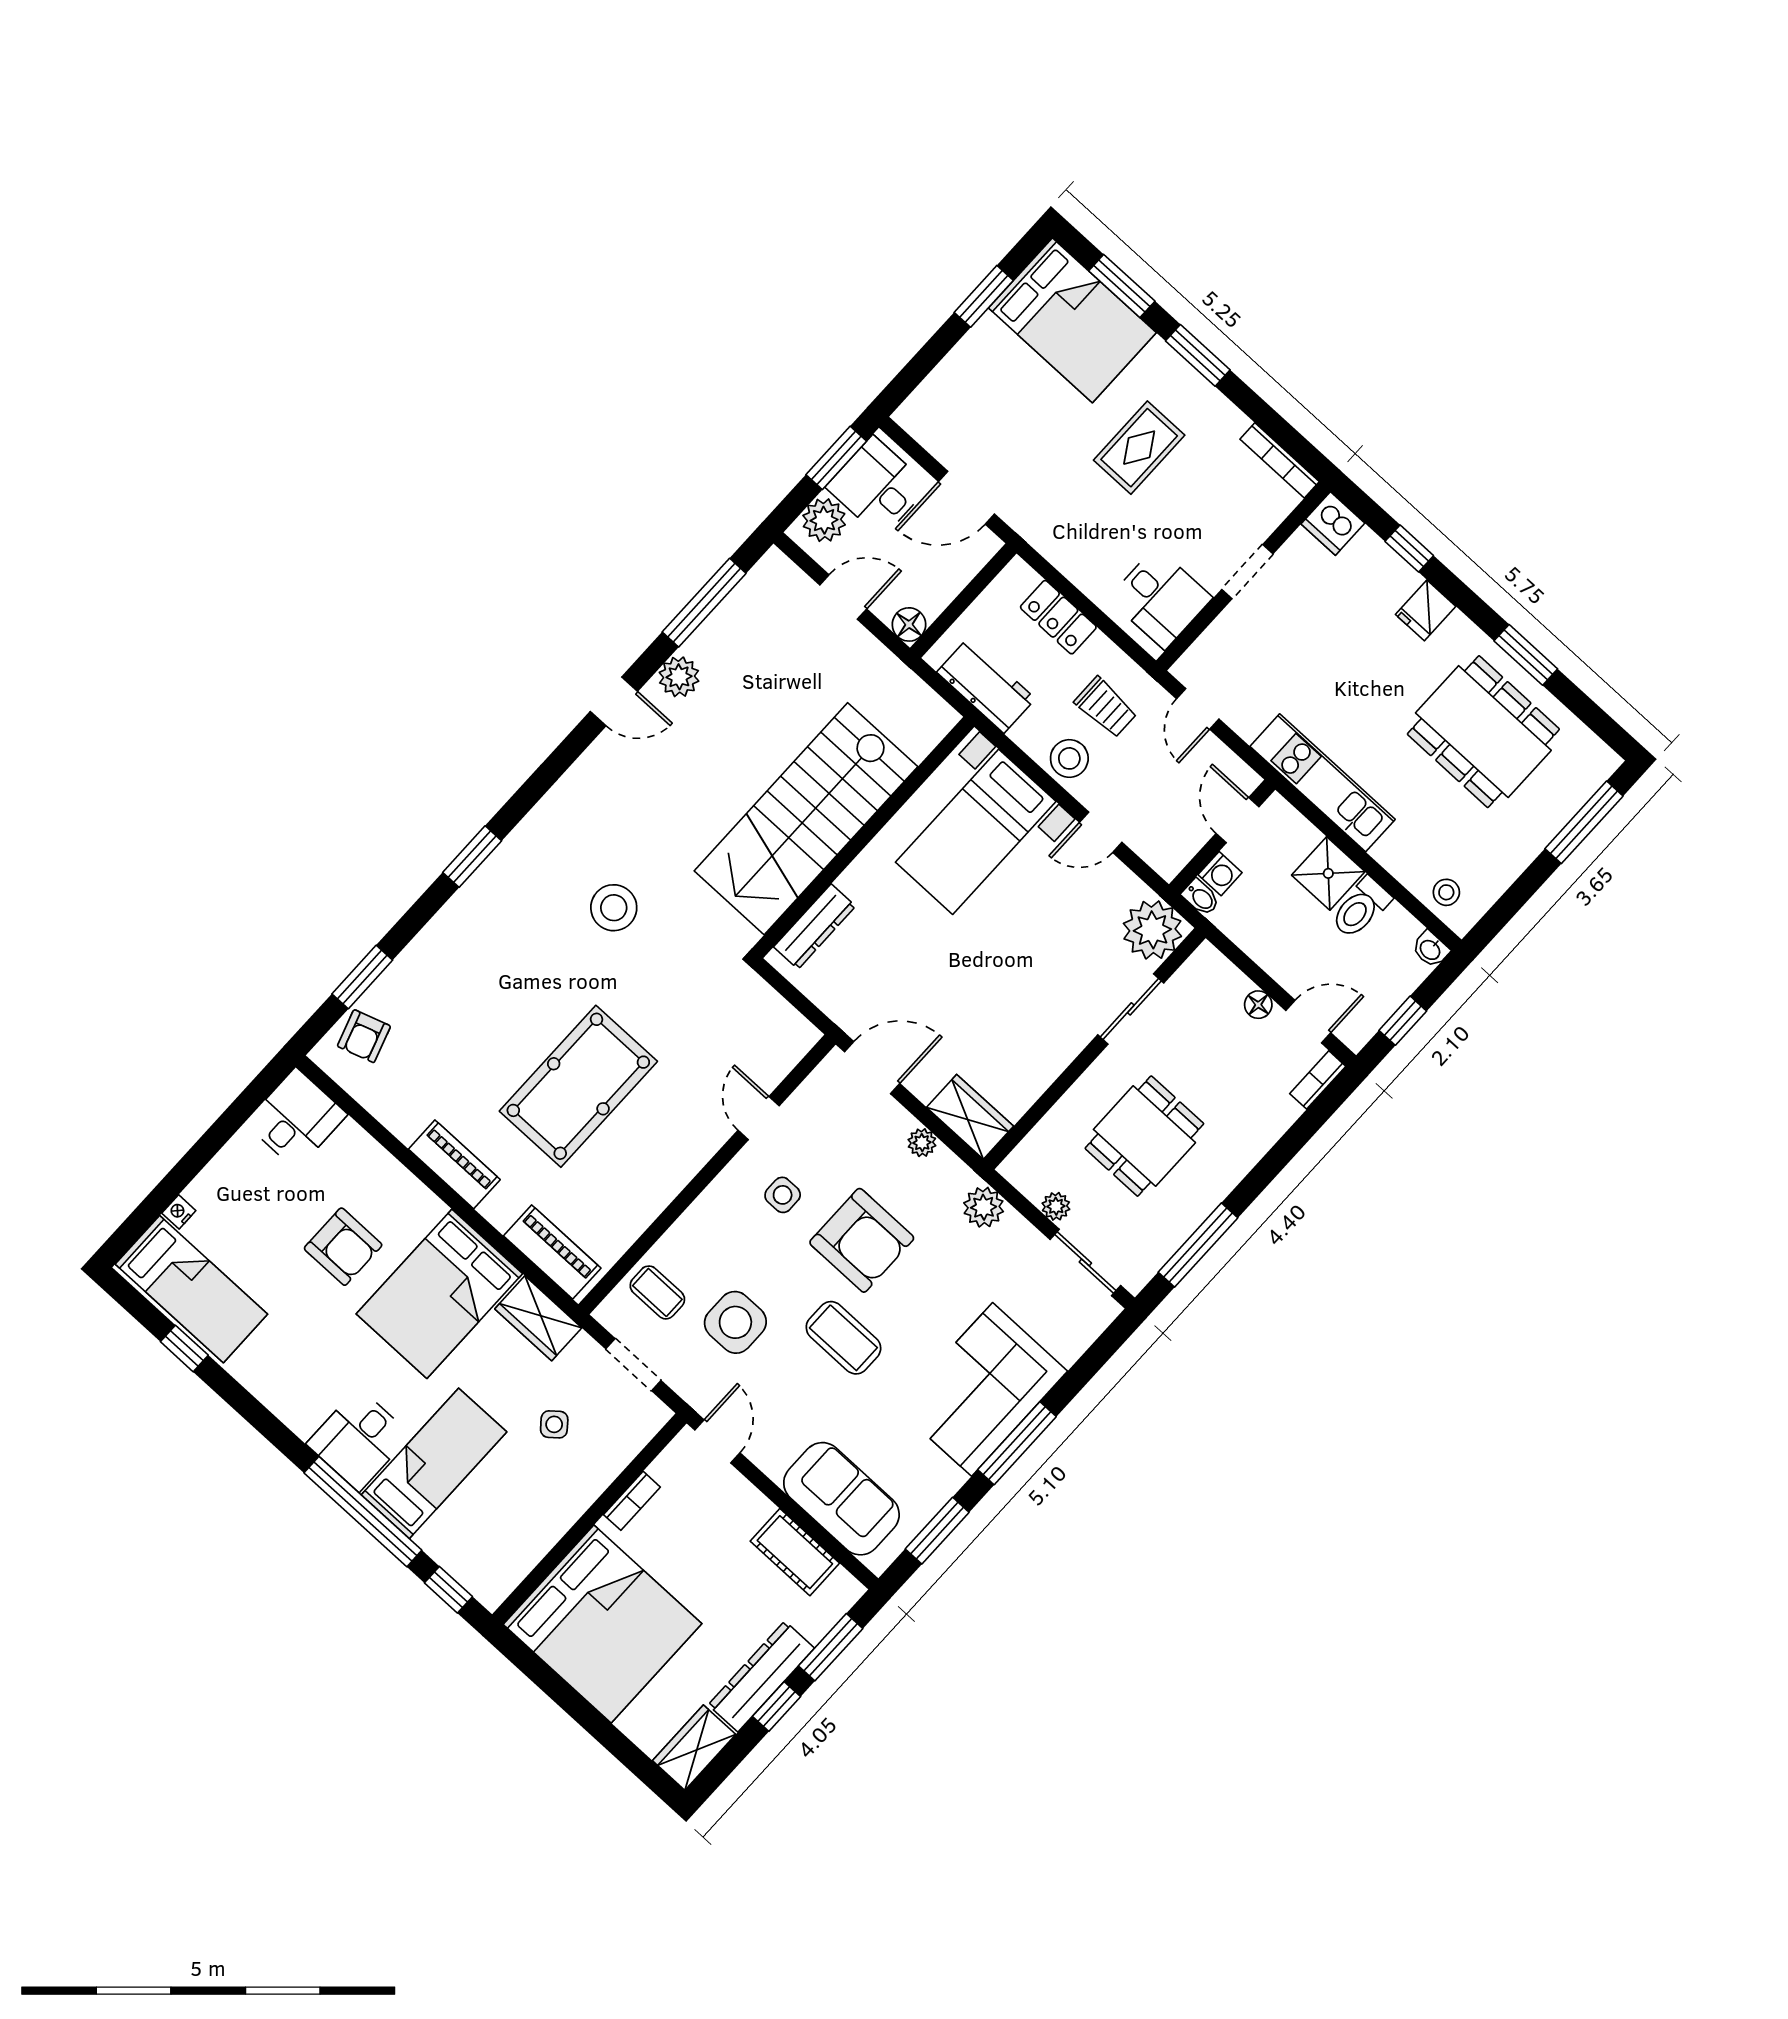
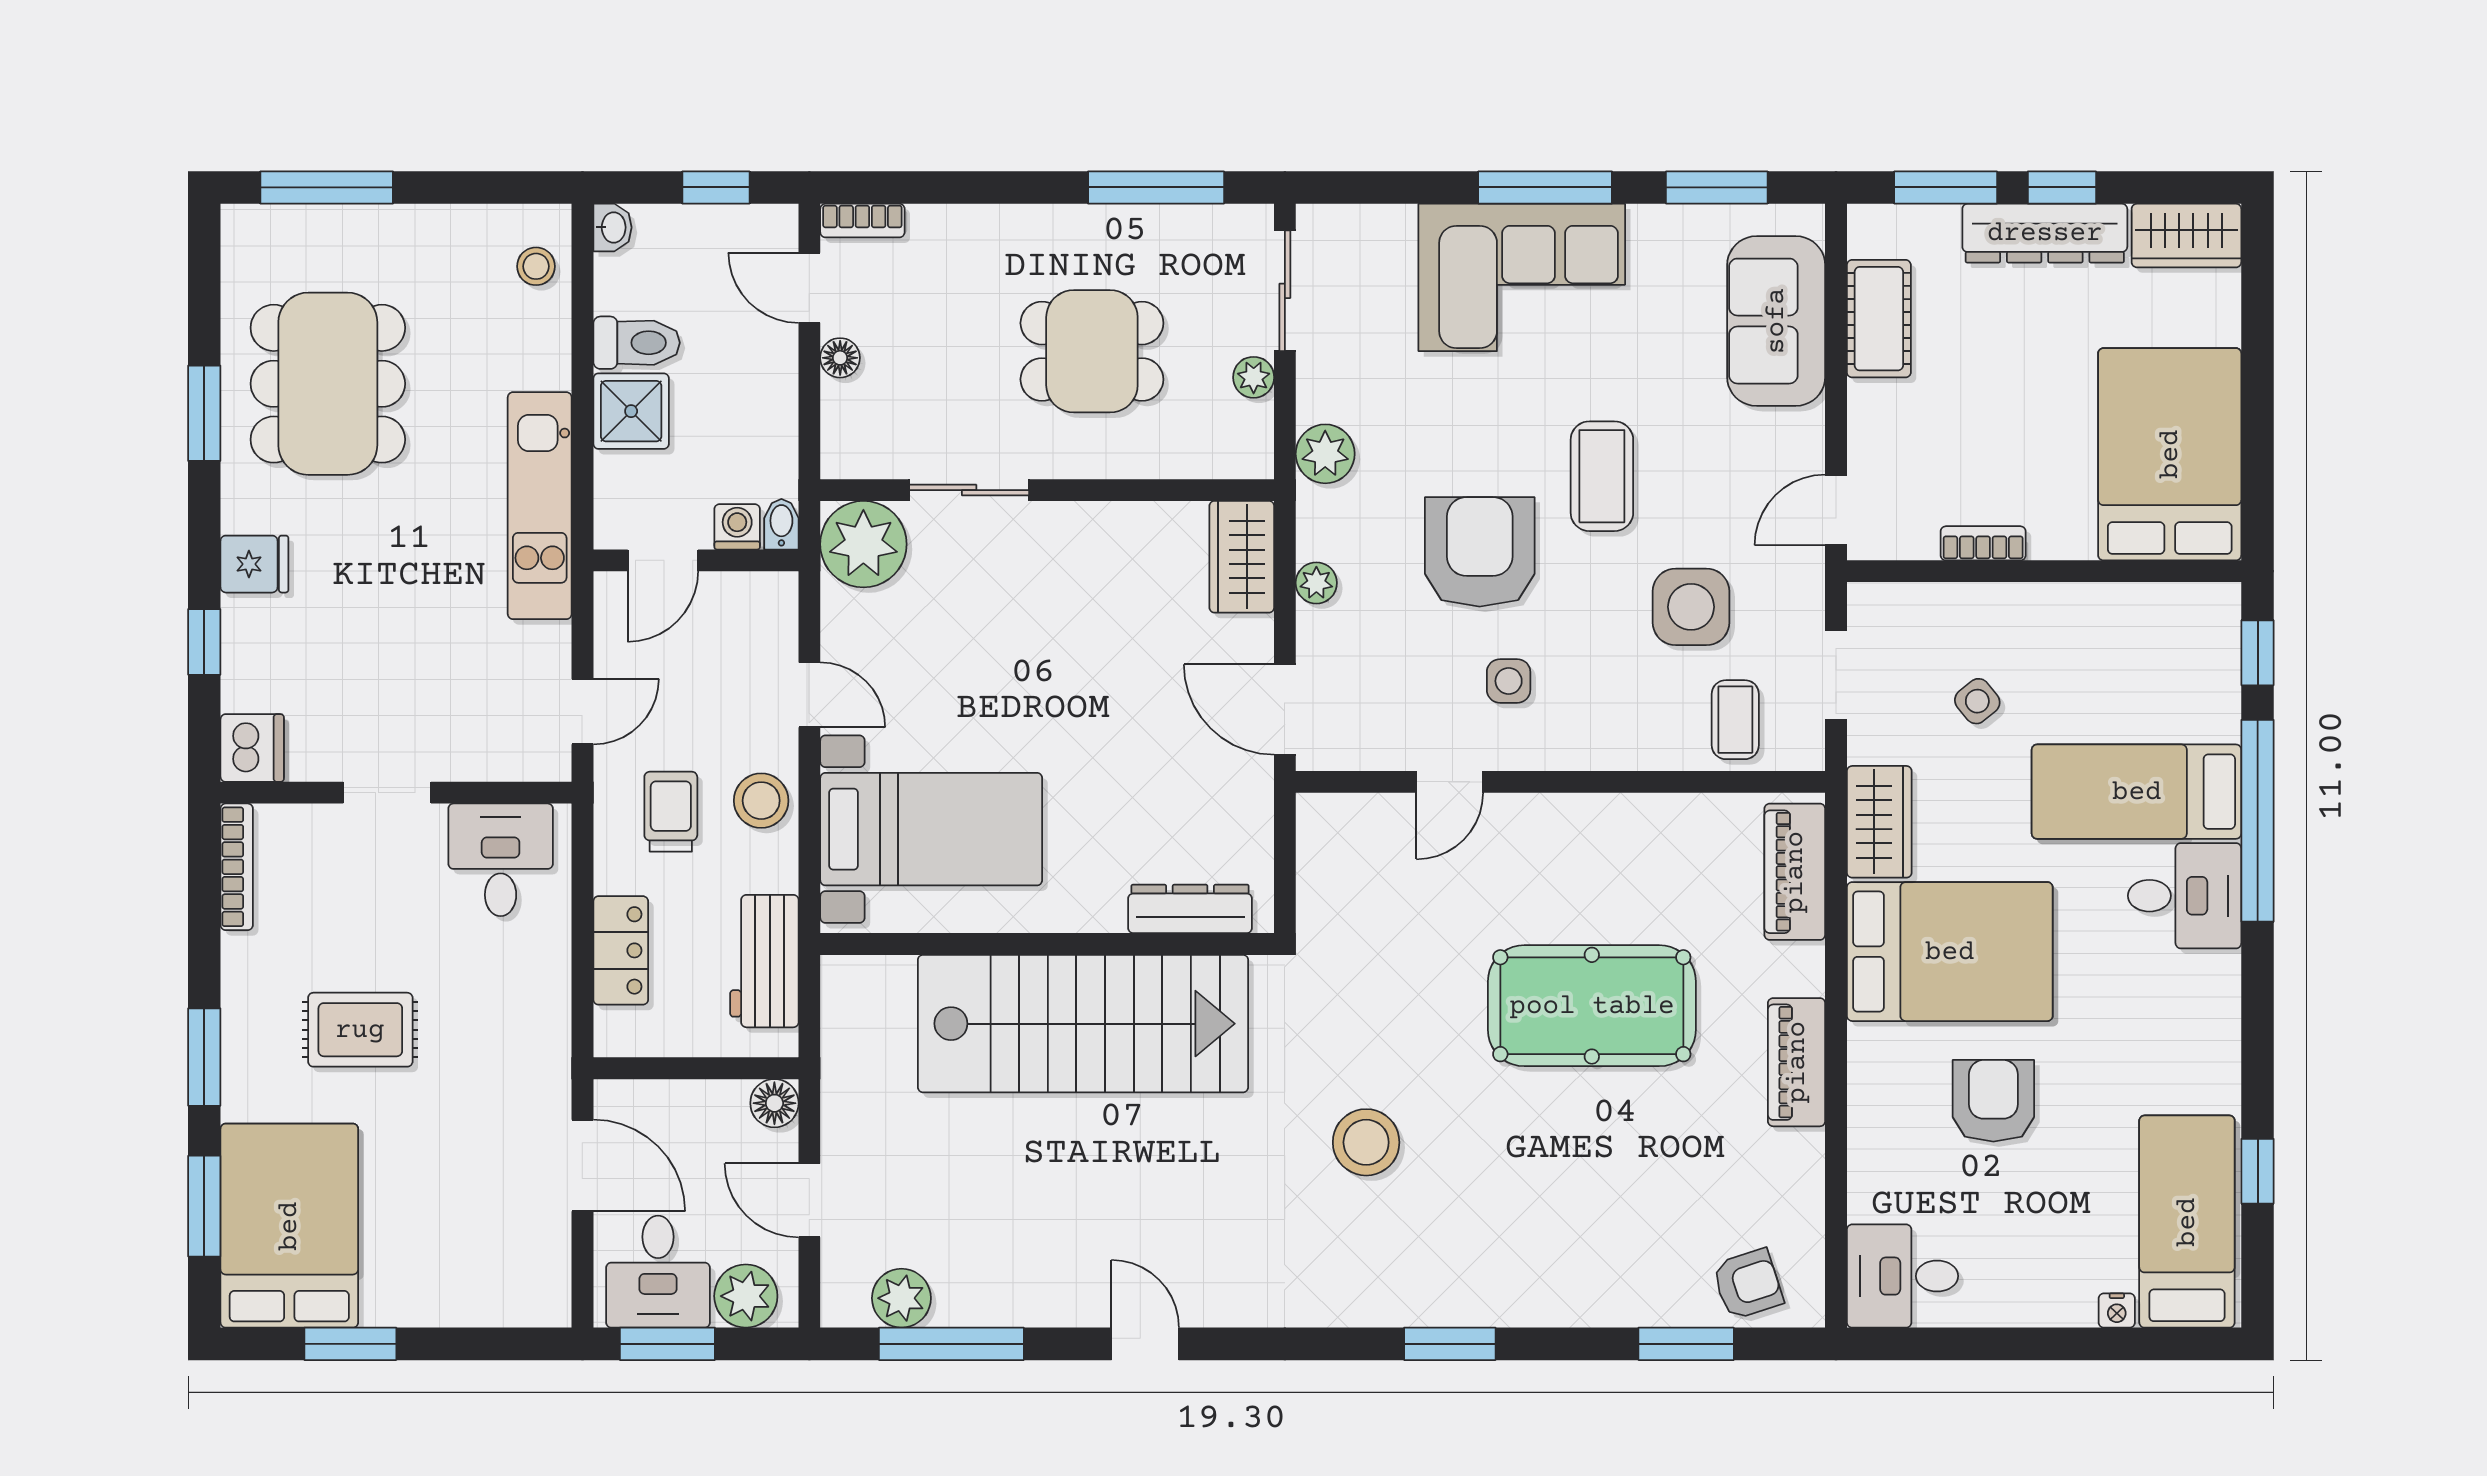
plant: (679, 677) -> (901, 1298), moved
bed: (603, 1624) -> (2170, 454), width x0.73

